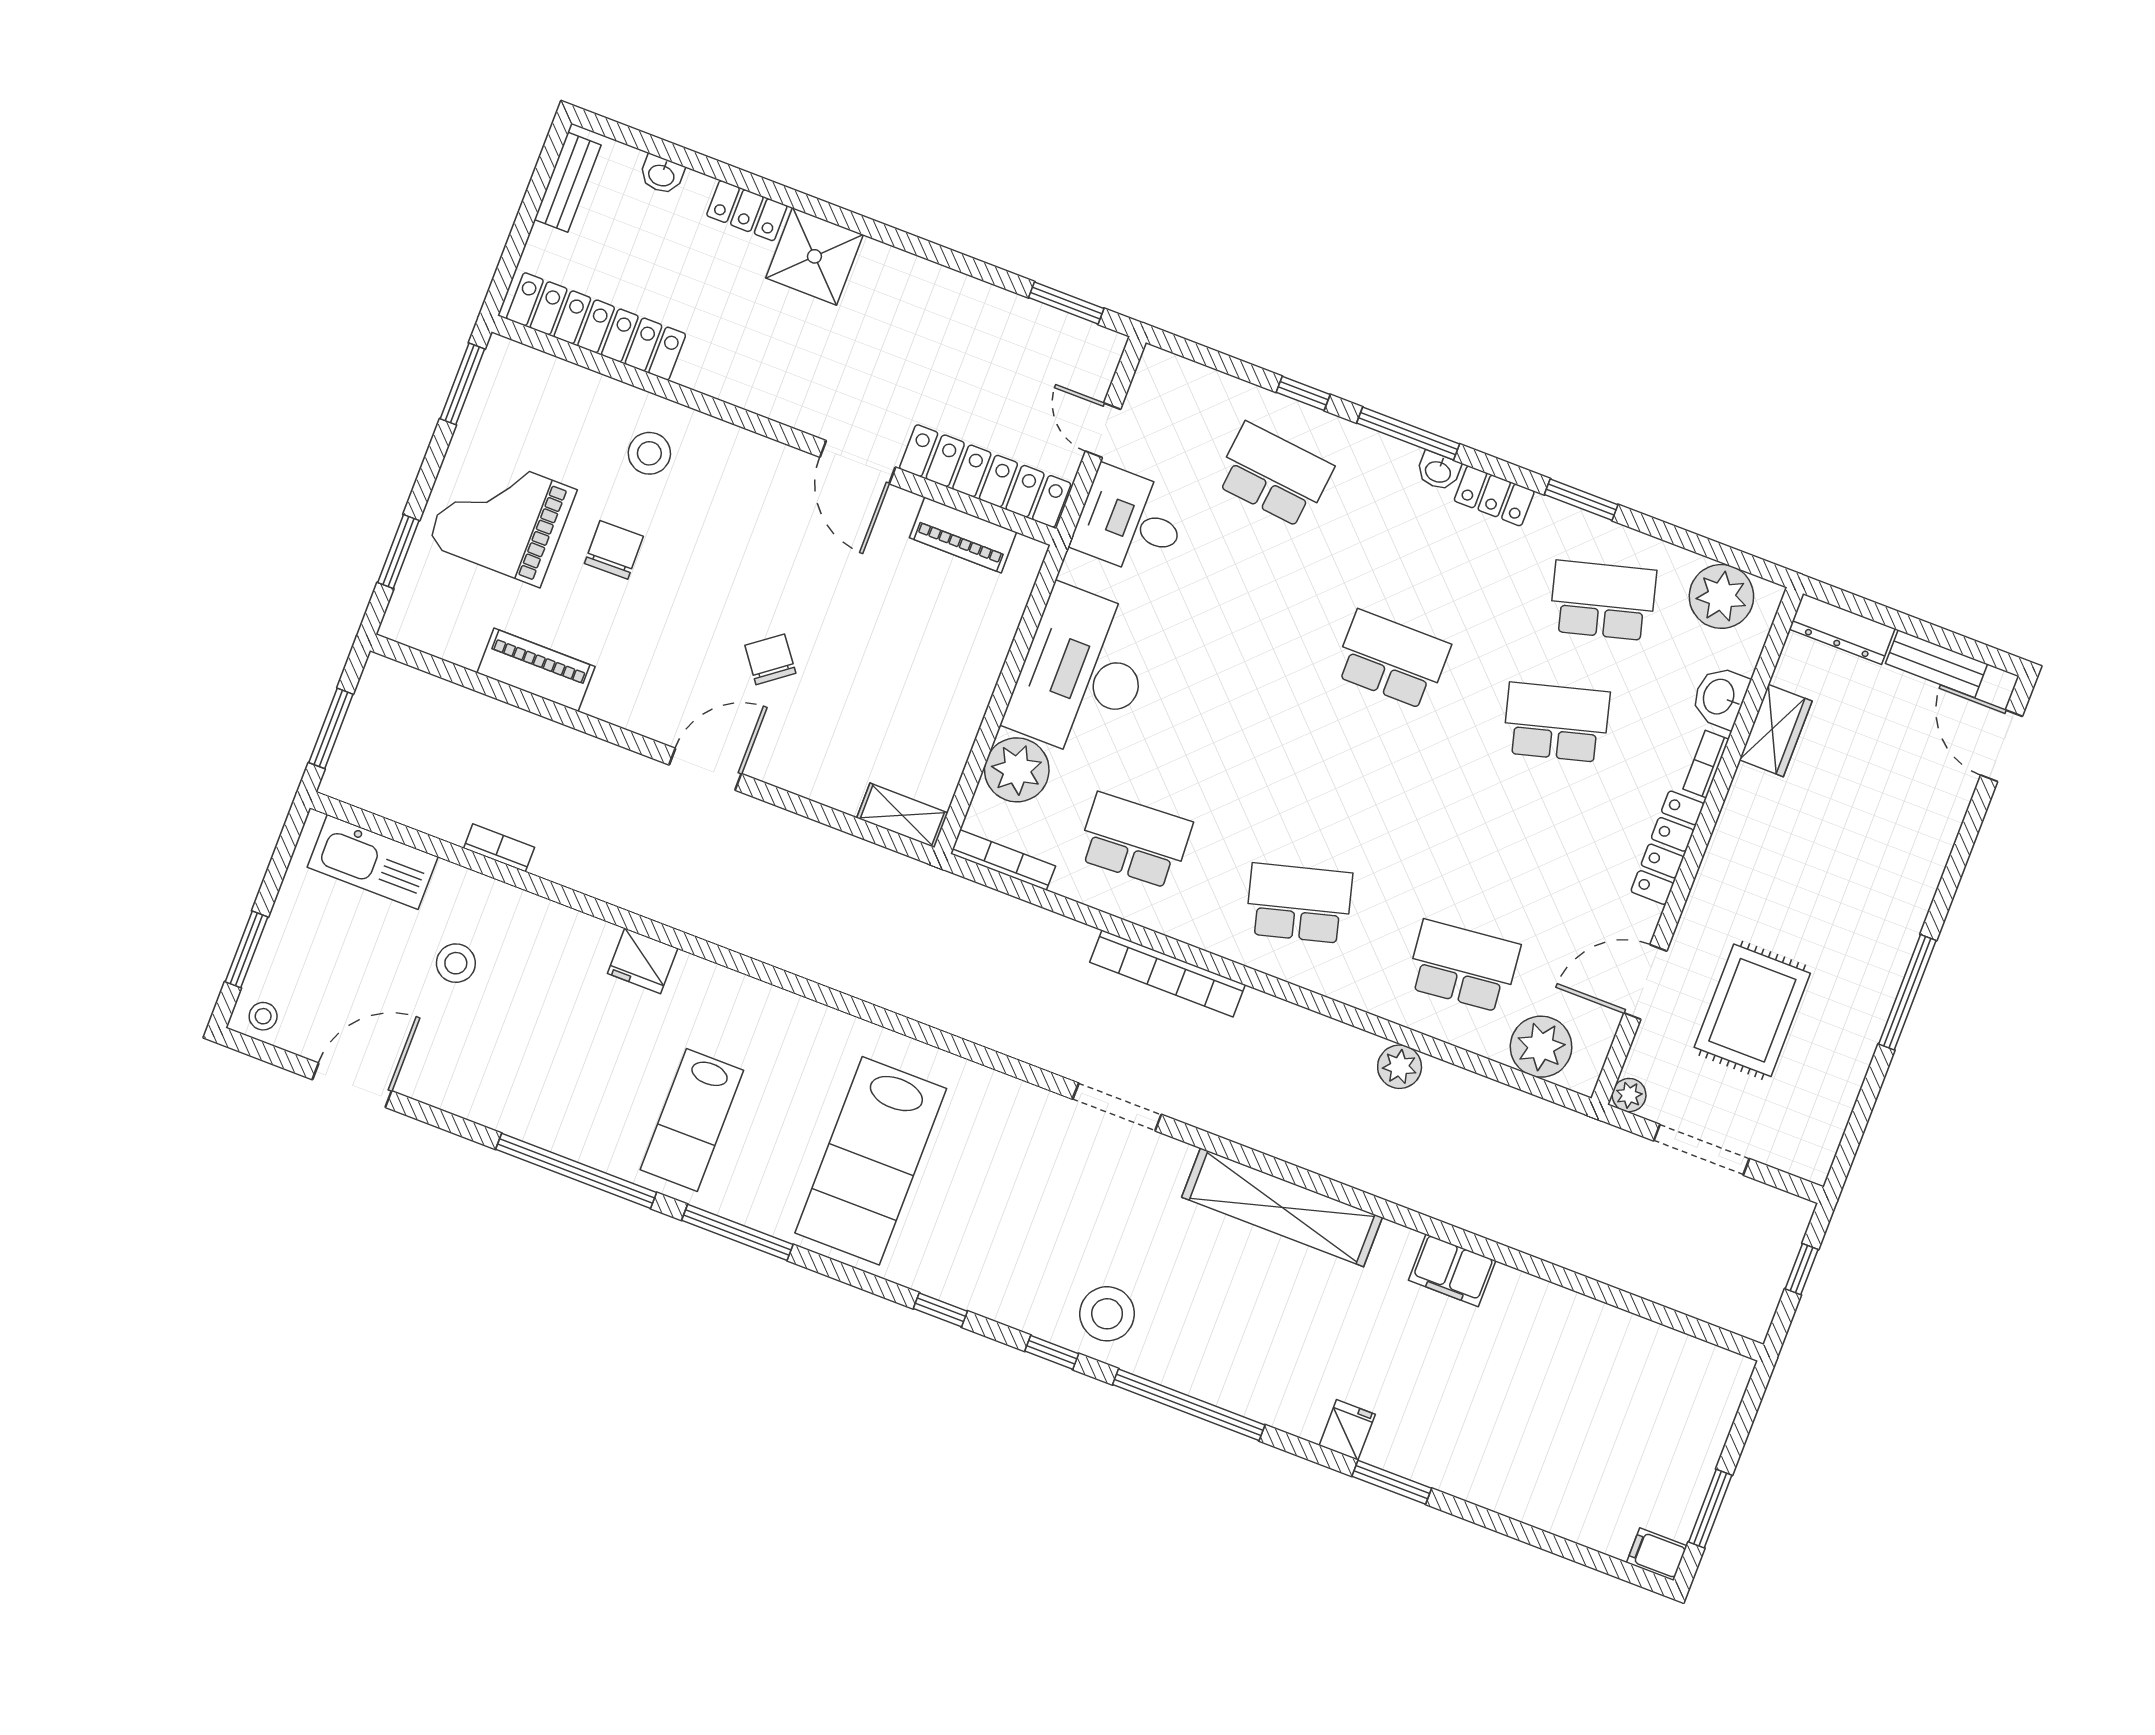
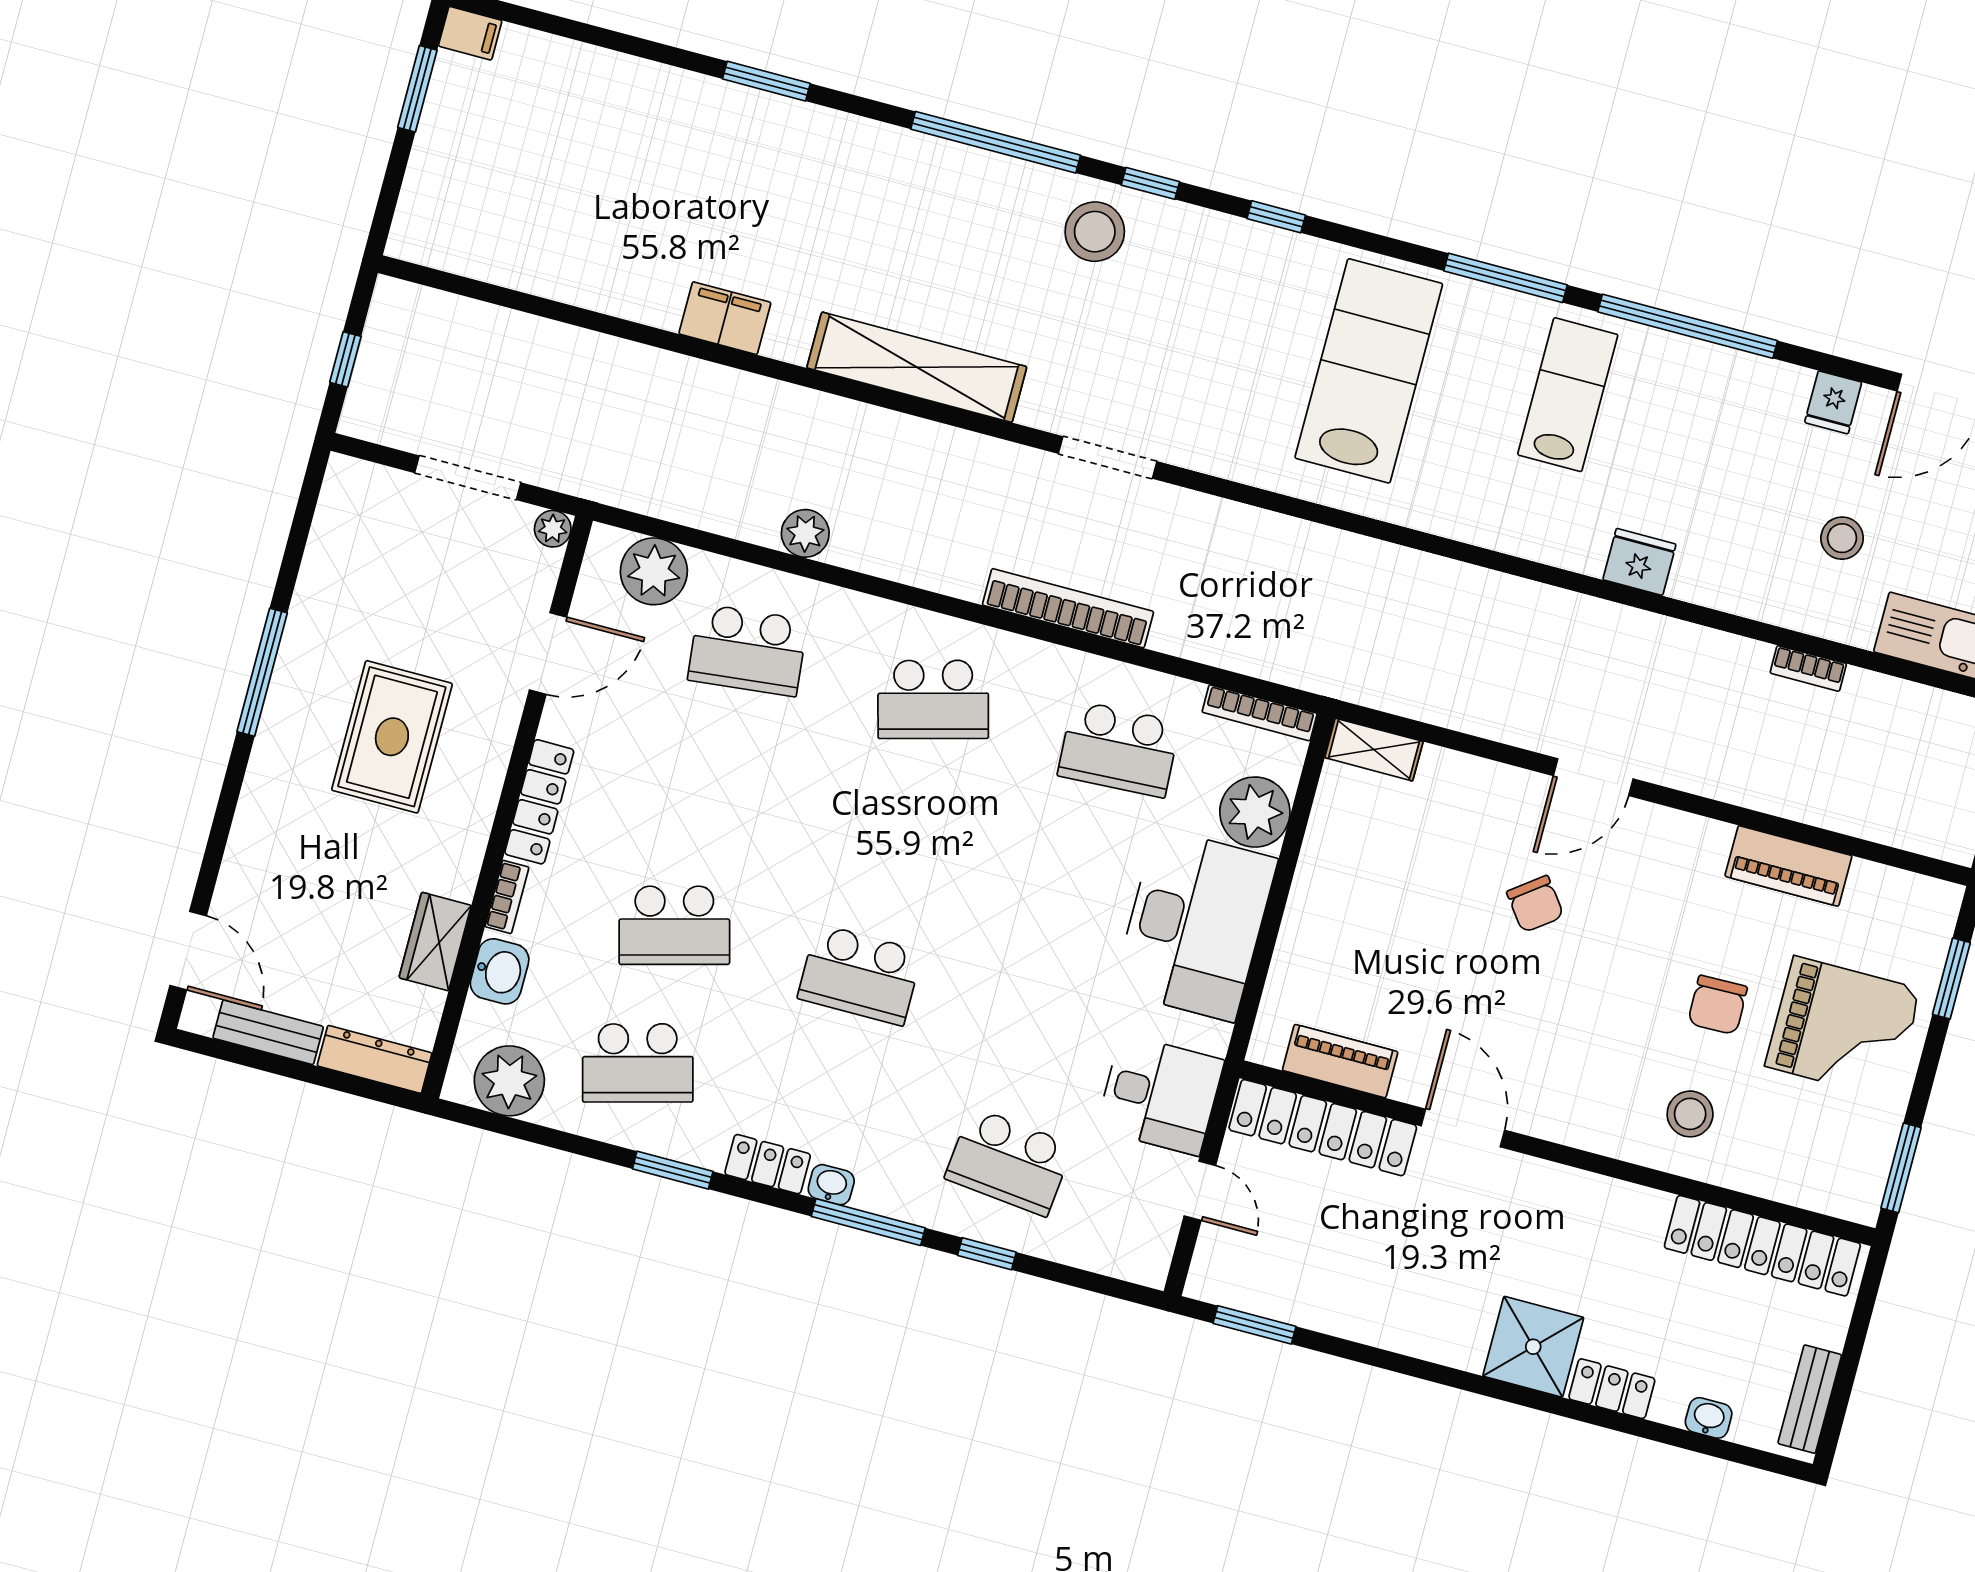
rug: (1752, 1010) -> (392, 737), moved
fridge: (1347, 1430) -> (1833, 402), moved

